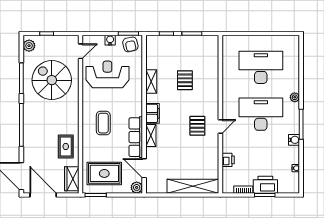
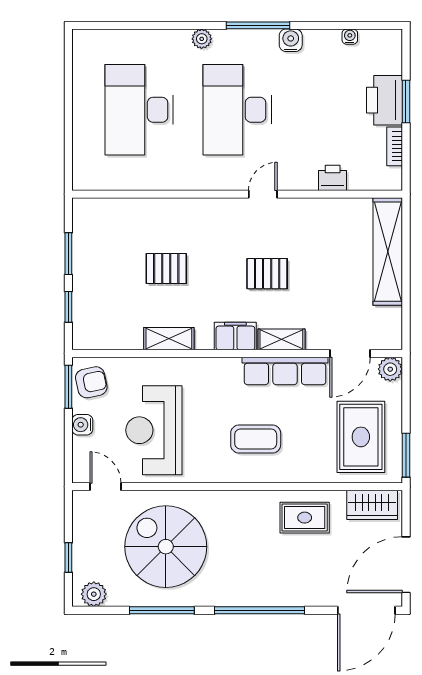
spiral stairs: (52, 80) -> (166, 547), turned 90
pallet: (197, 126) -> (267, 274), moved
door: (220, 127) -> (263, 194), hinge flipped

